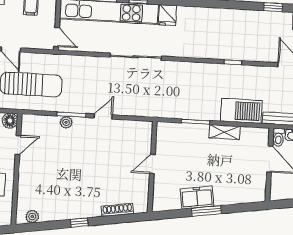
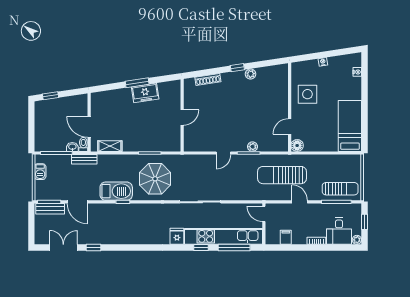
parasol: (191, 89) -> (155, 179), added
barbecue: (241, 111) -> (116, 191), moved, turned 180
shelving: (225, 132) -> (110, 146), moved
plant: (32, 217) -> (251, 74), moved

